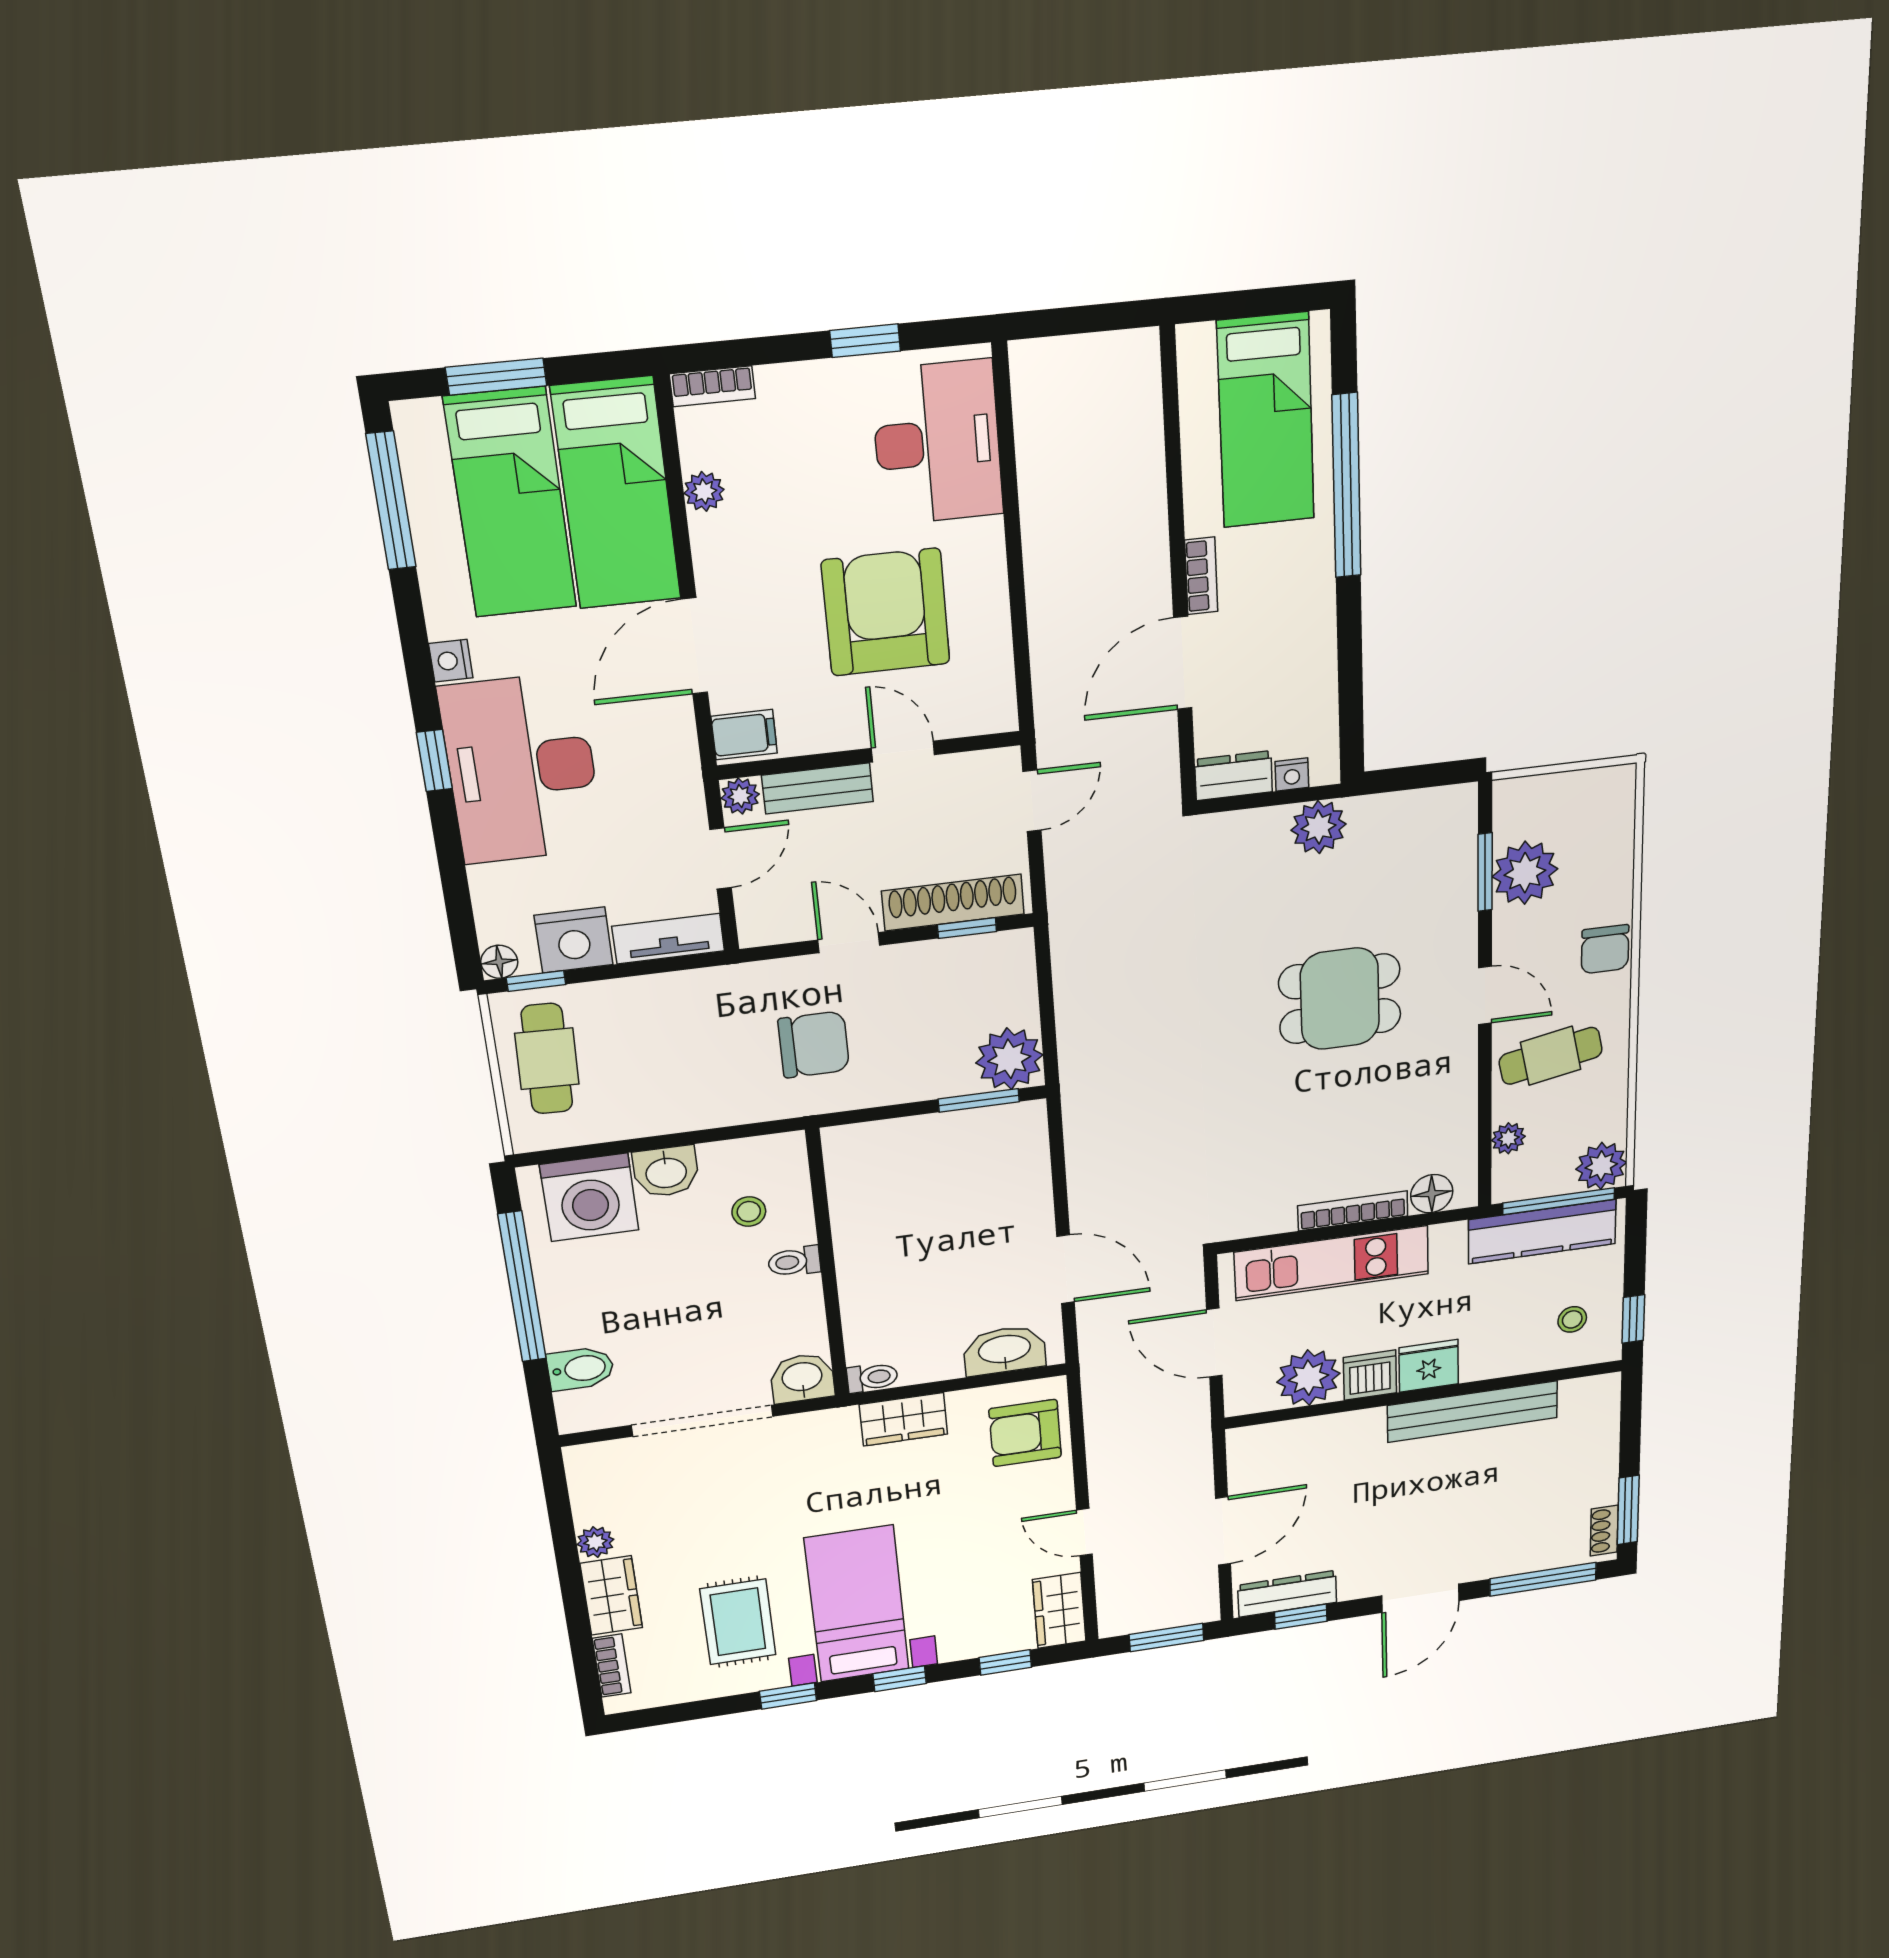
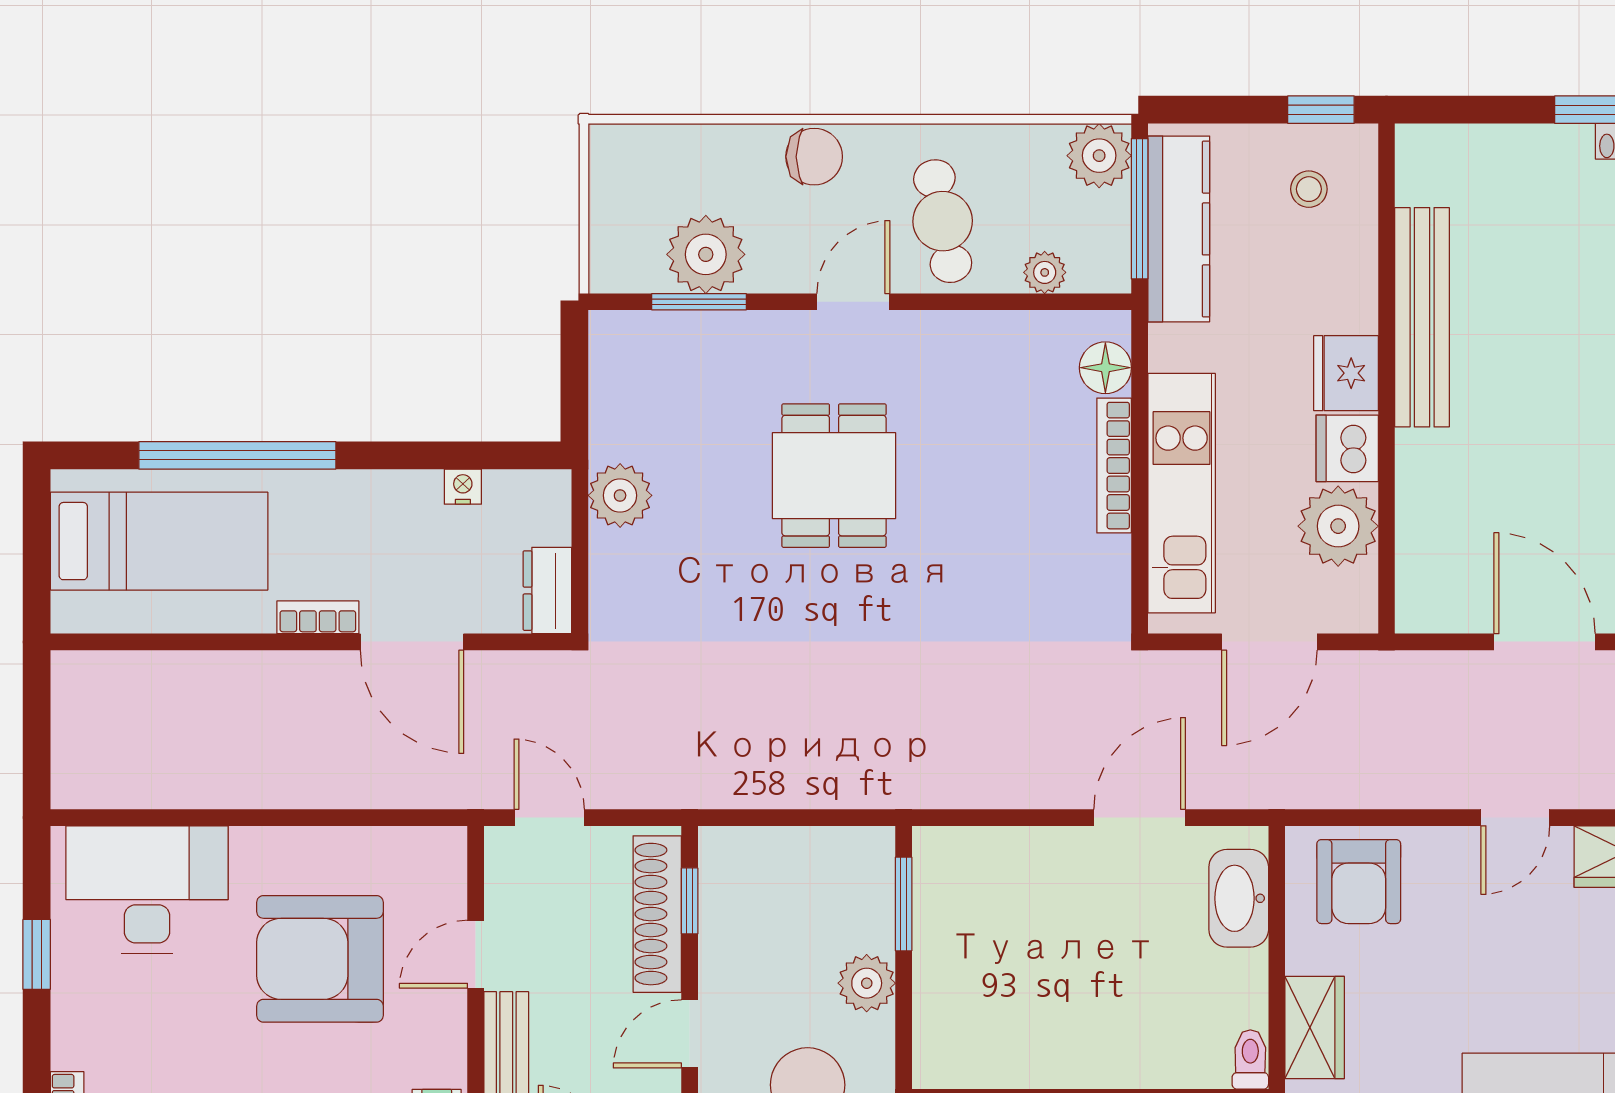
nightstand: (1292, 775) -> (463, 487), moved, turned -90
plant: (1009, 1059) -> (867, 983), moved, width x0.73, depth x0.73

